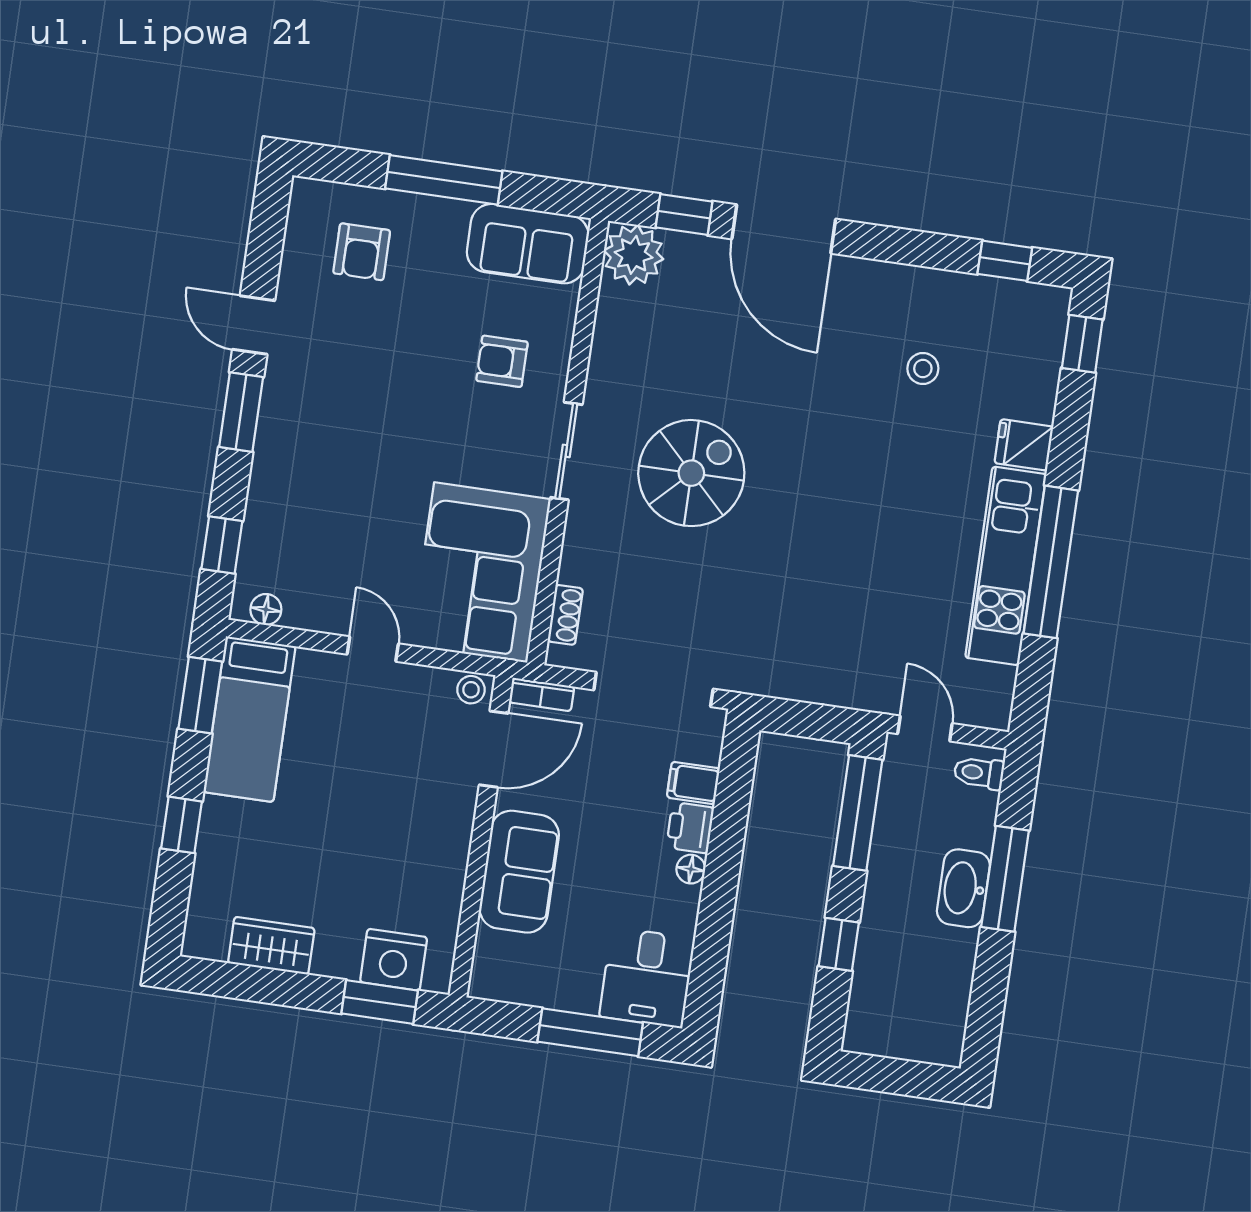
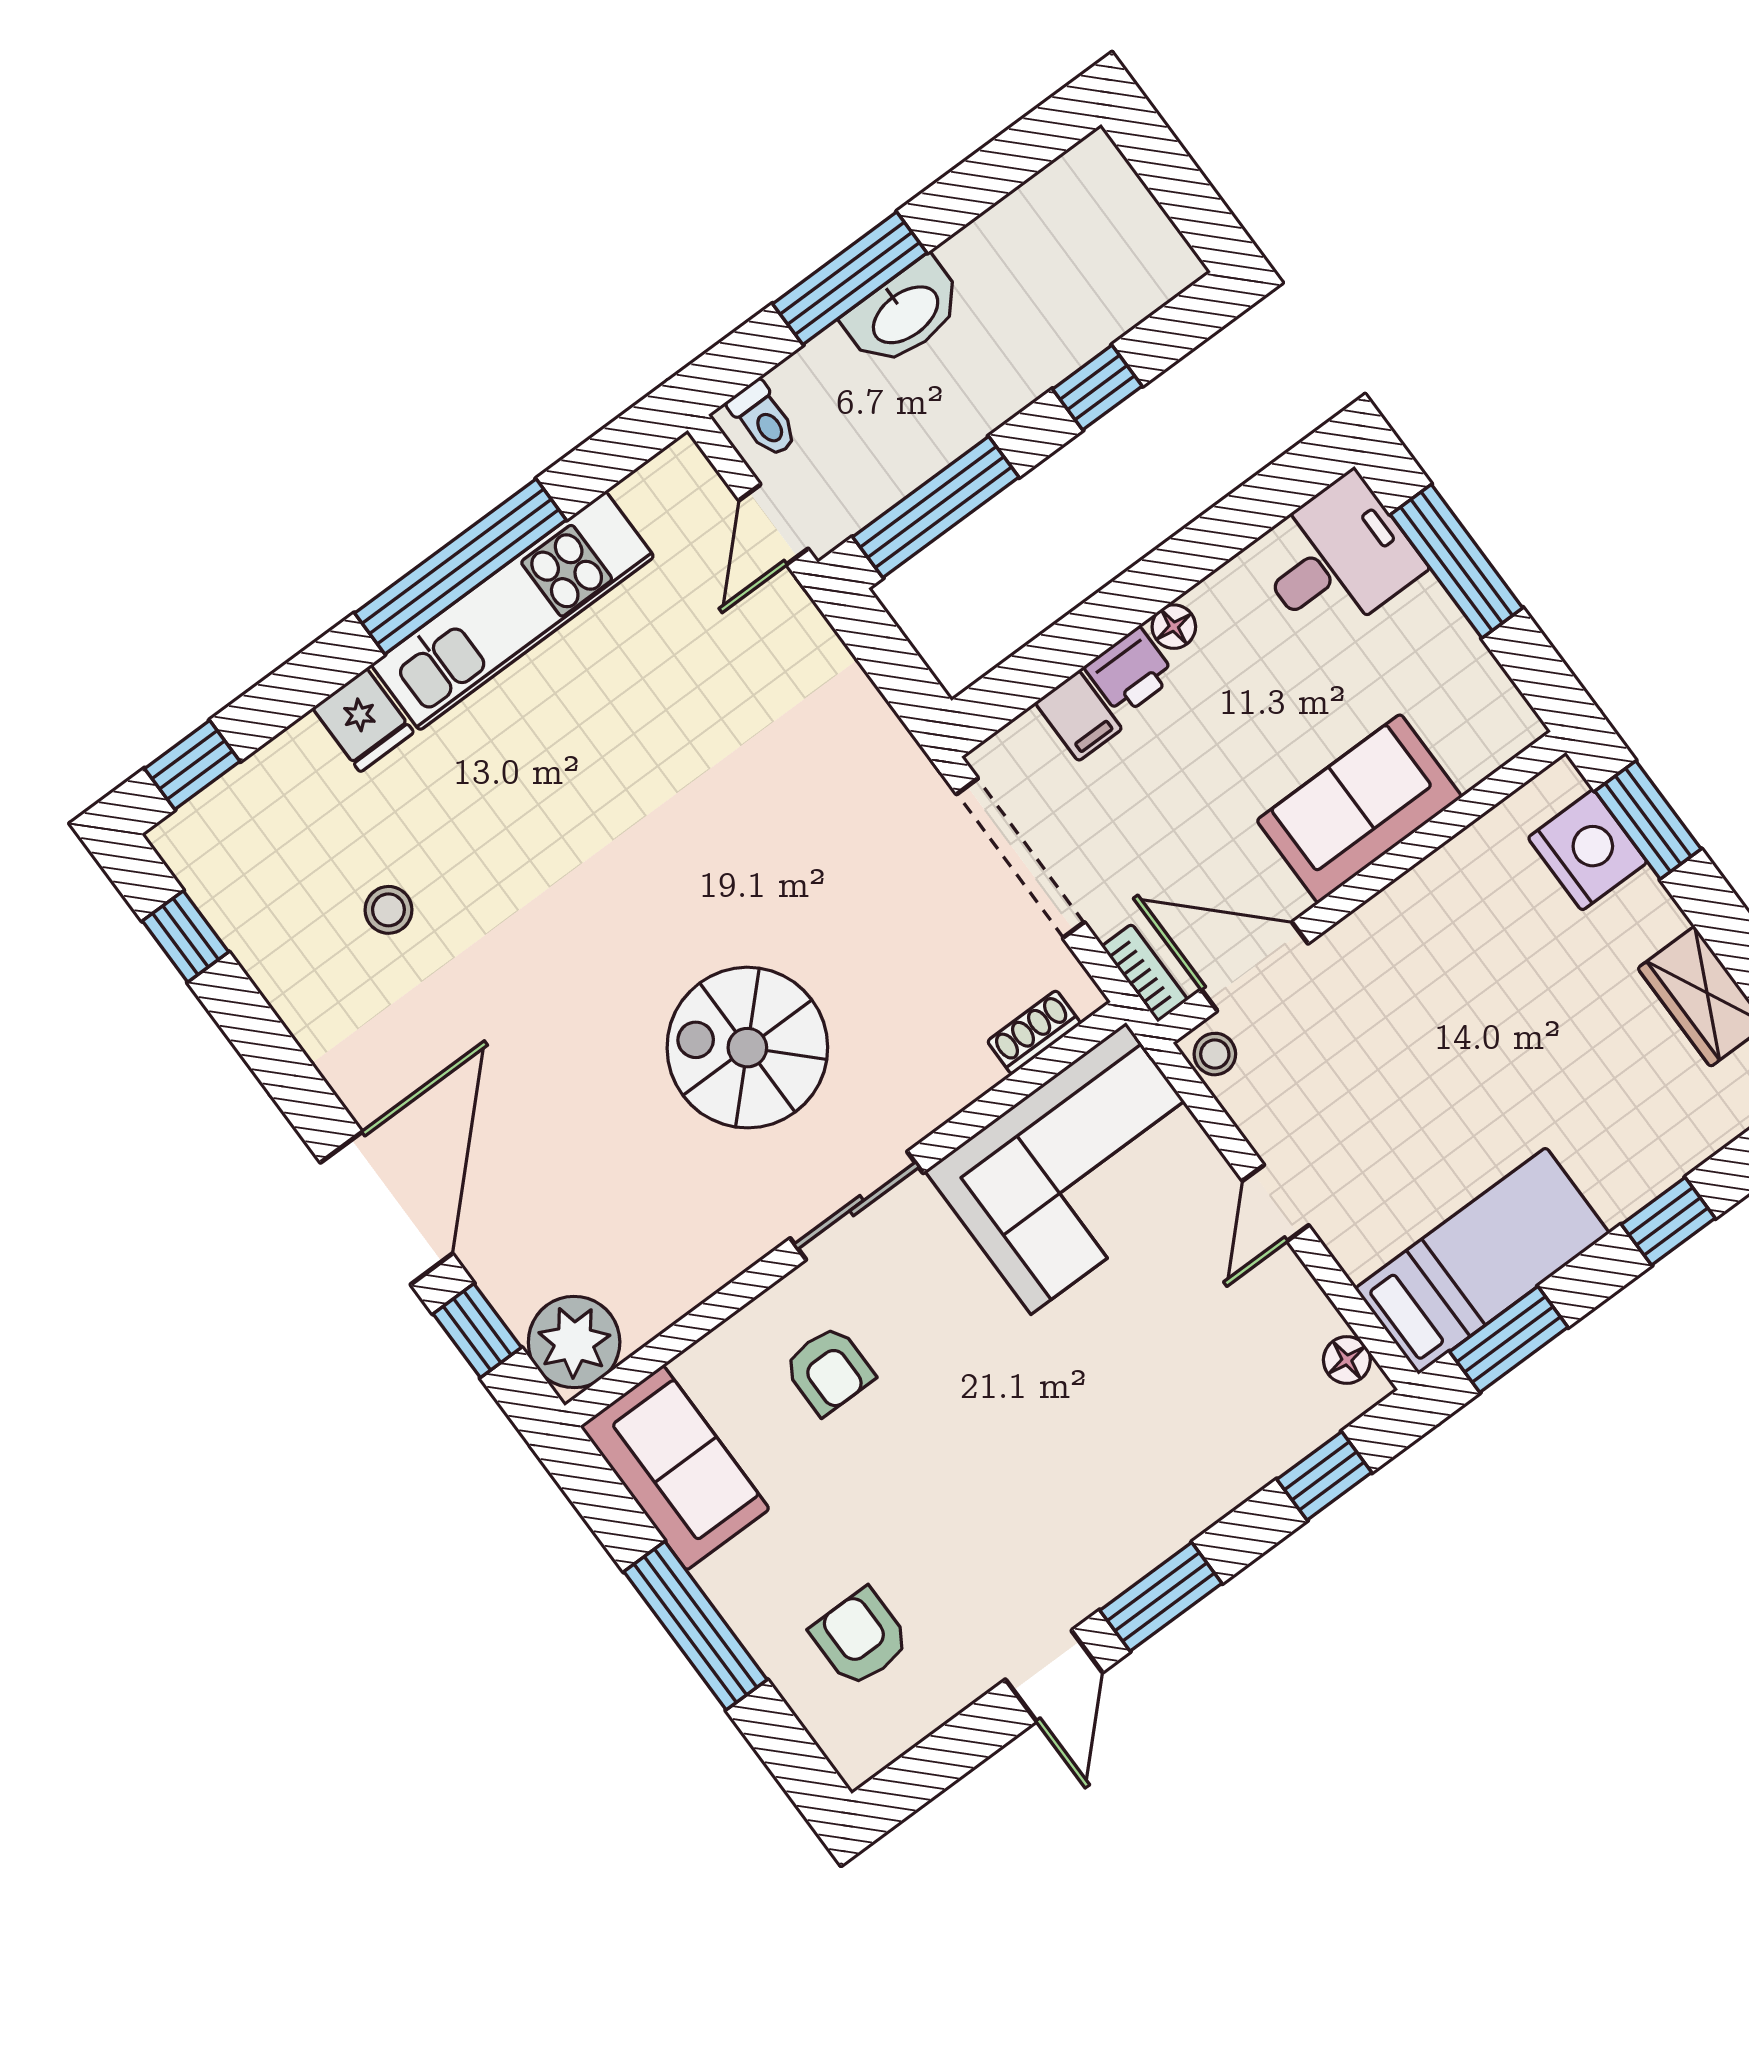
armchair: (362, 252) -> (860, 1638), turned -90

